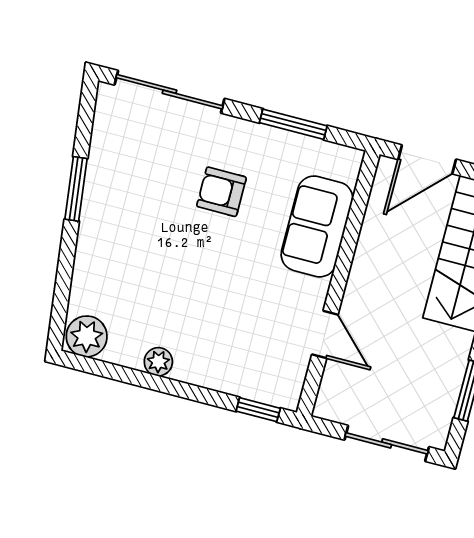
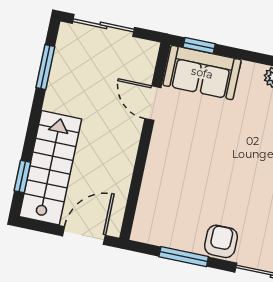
armchair: (221, 192) -> (221, 241), moved, turned -90
sofa: (317, 226) -> (202, 73), moved, turned 90

